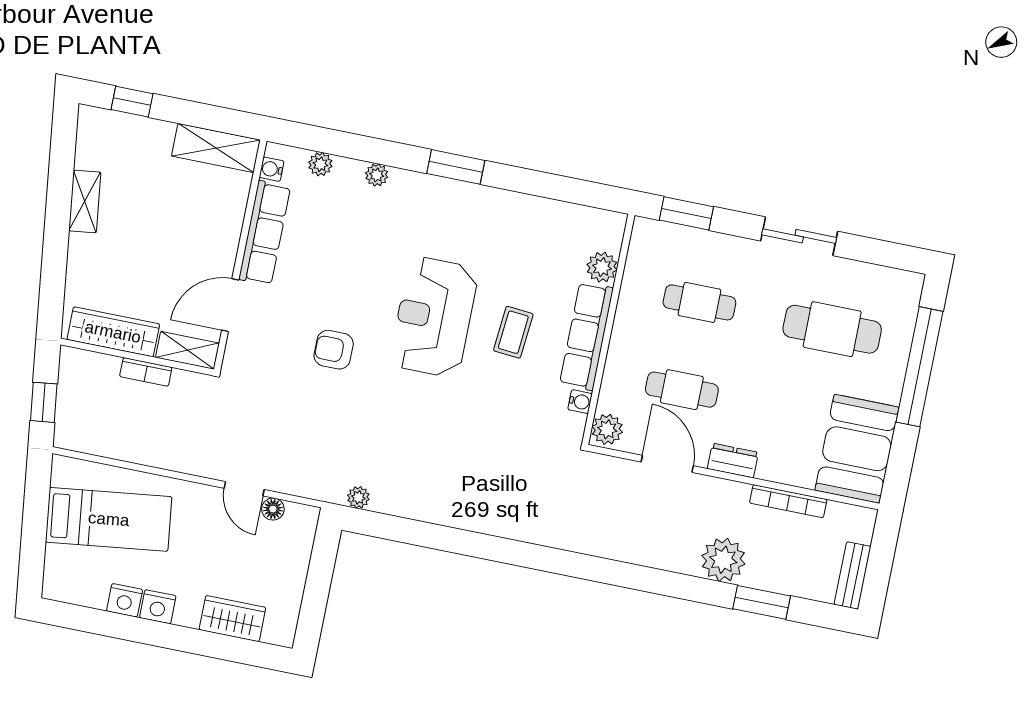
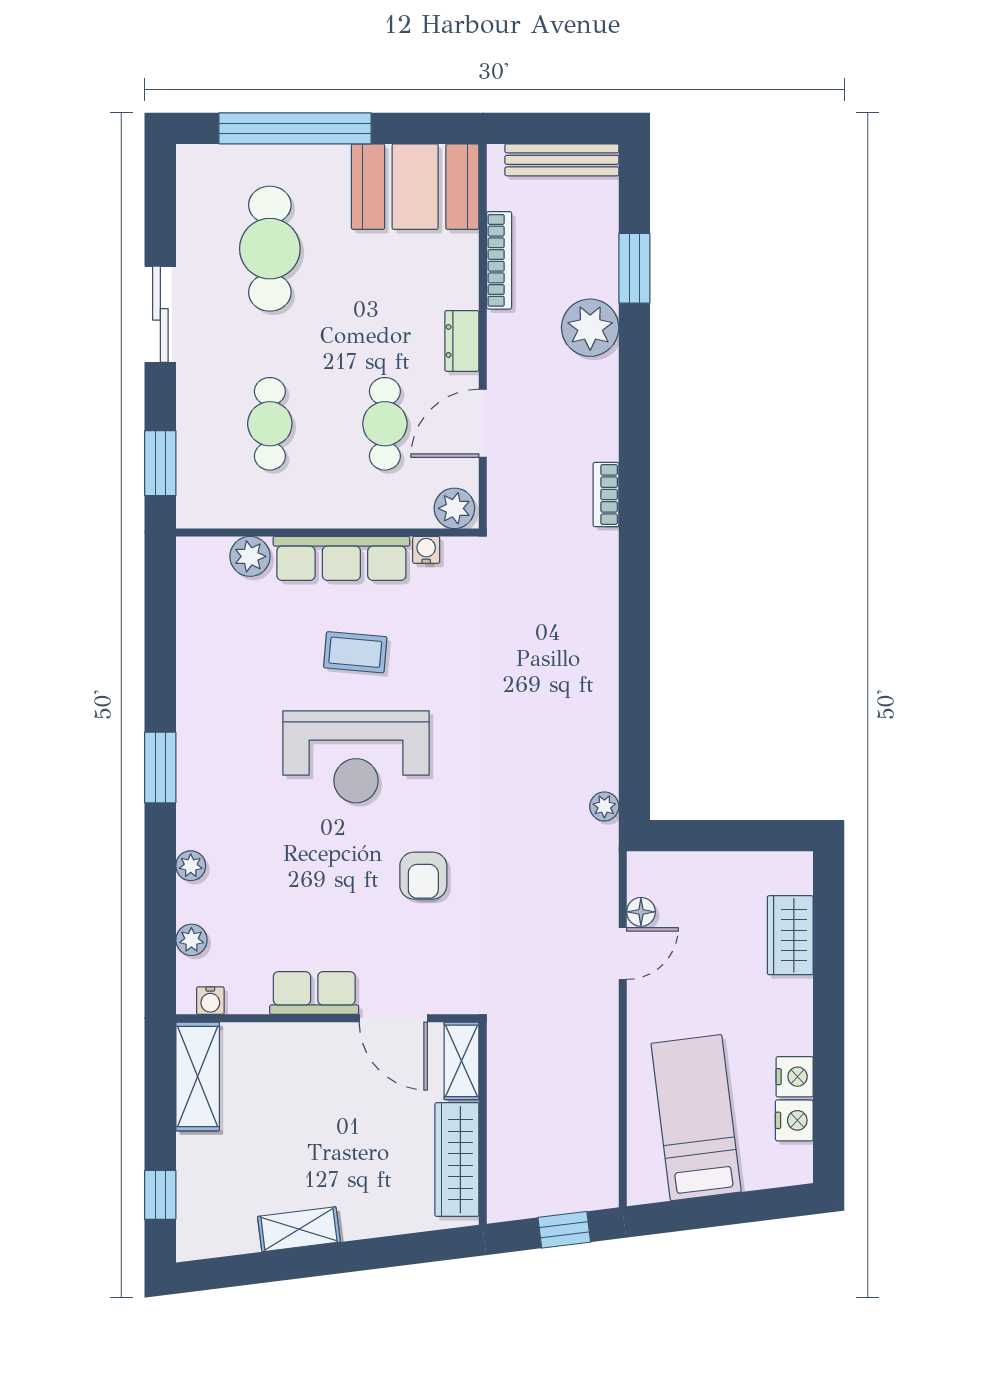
row of seats: (265, 233) -> (314, 993), width x0.68
bookcase: (146, 372) -> (606, 495), moved, turned 180
bench: (853, 576) -> (562, 160), width x1.36
nightstand: (158, 607) -> (794, 1120), moved

